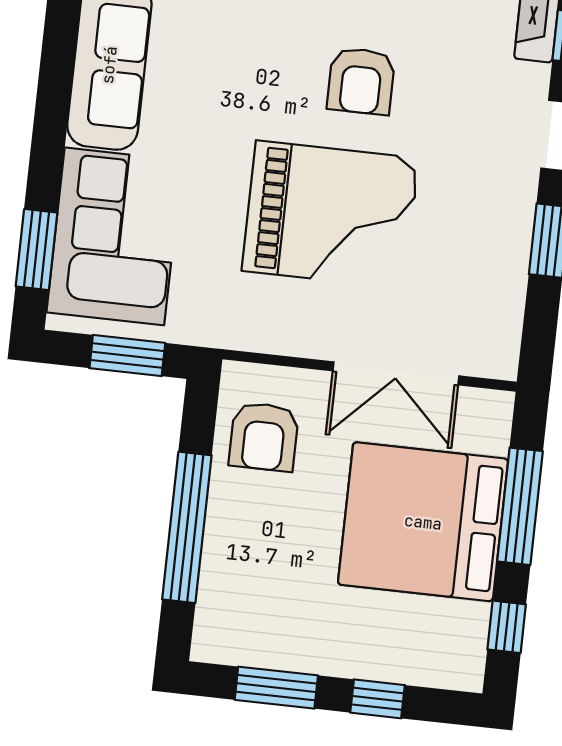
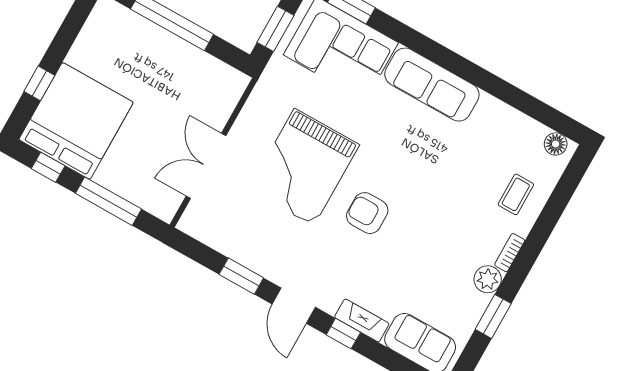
armchair: (264, 437) -> (202, 82), removed
bed: (423, 522) -> (76, 121), moved
window: (276, 688) -> (68, 33), removed

